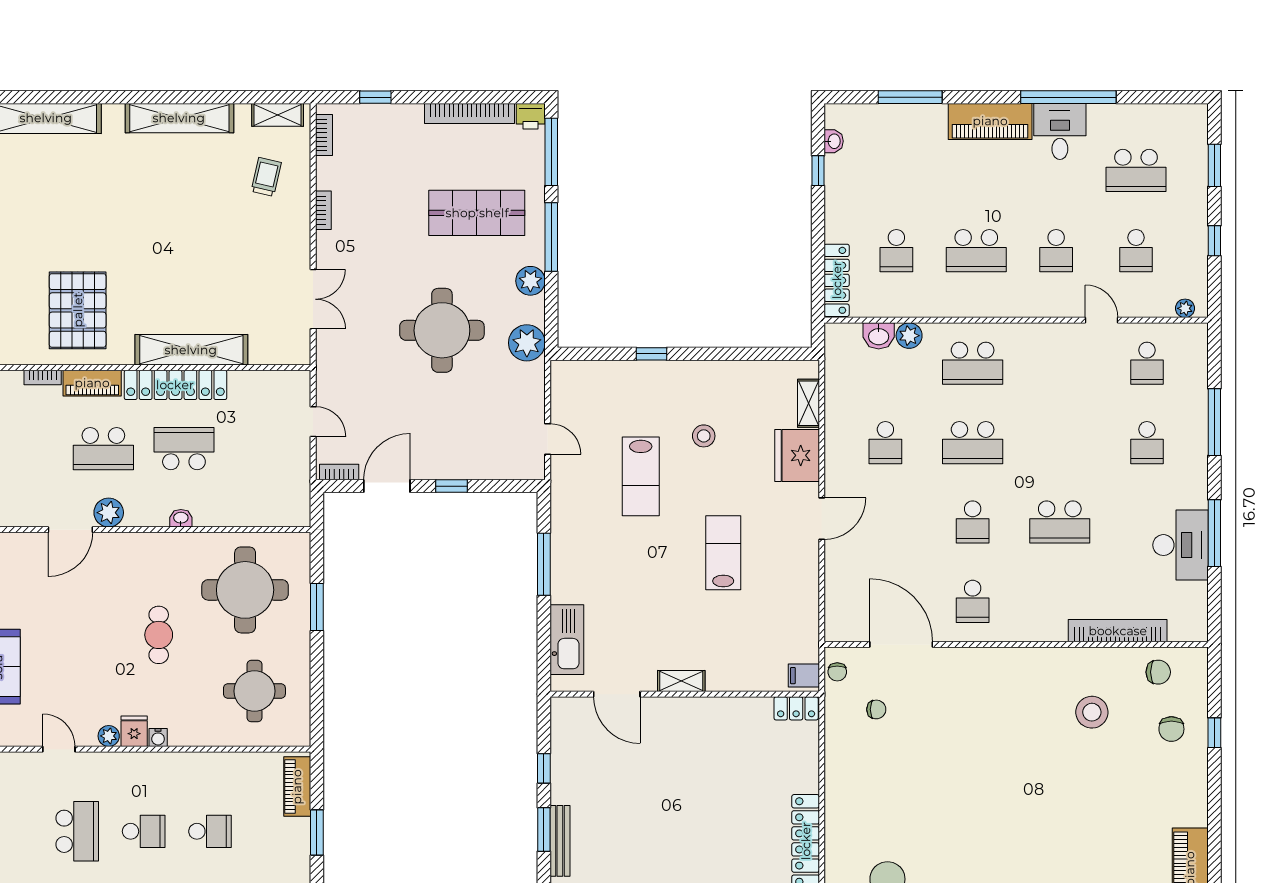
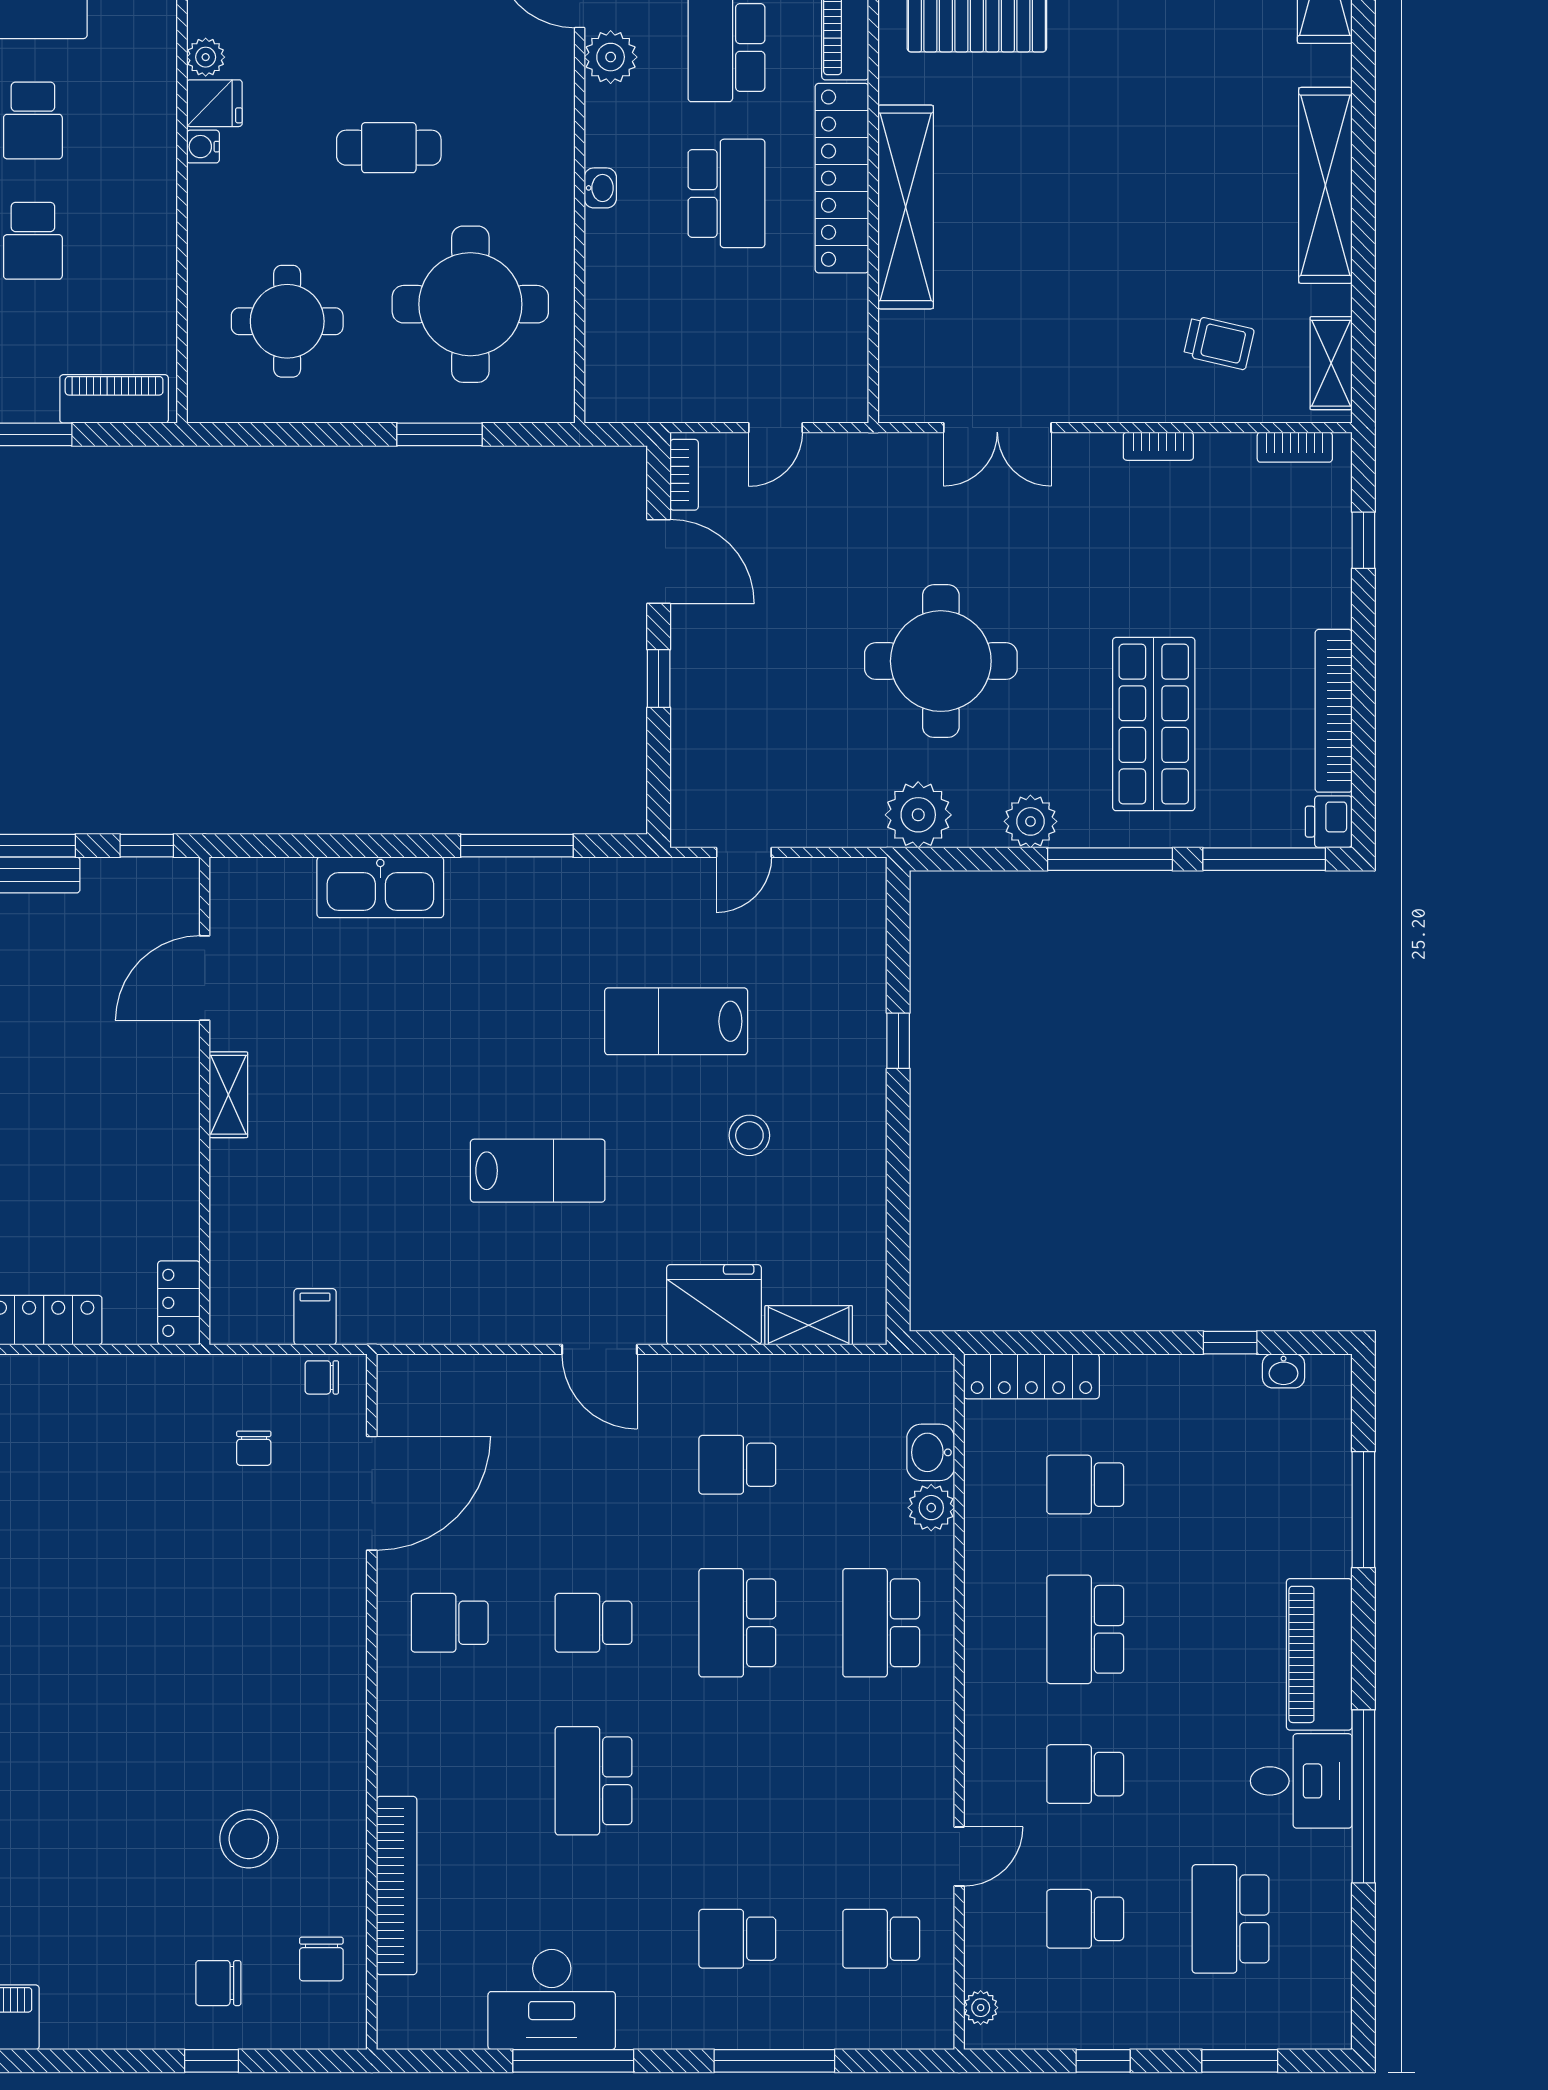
shelving: (681, 681) -> (228, 1095), moved
door: (617, 694) -> (205, 978), moved
wall: (685, 694) -> (205, 1101), moved
locker: (796, 708) -> (179, 1303), moved

